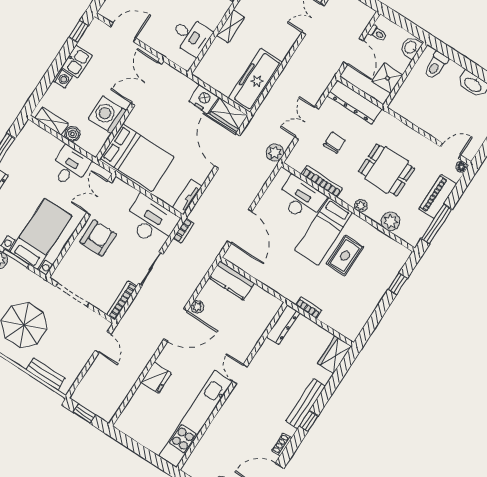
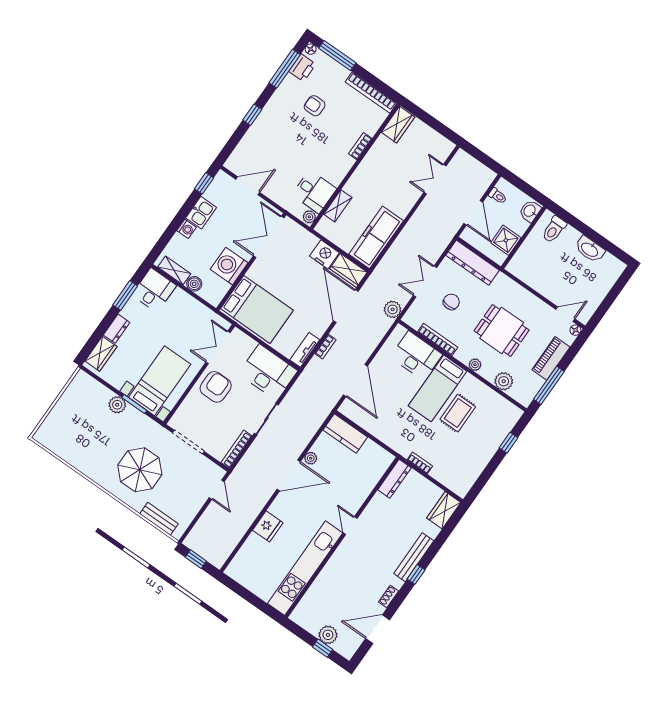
shelving: (230, 26) -> (338, 206), moved
plant: (187, 62) -> (309, 217), added
desk: (70, 167) -> (154, 290), moved
bookcase: (184, 231) -> (325, 347), moved

